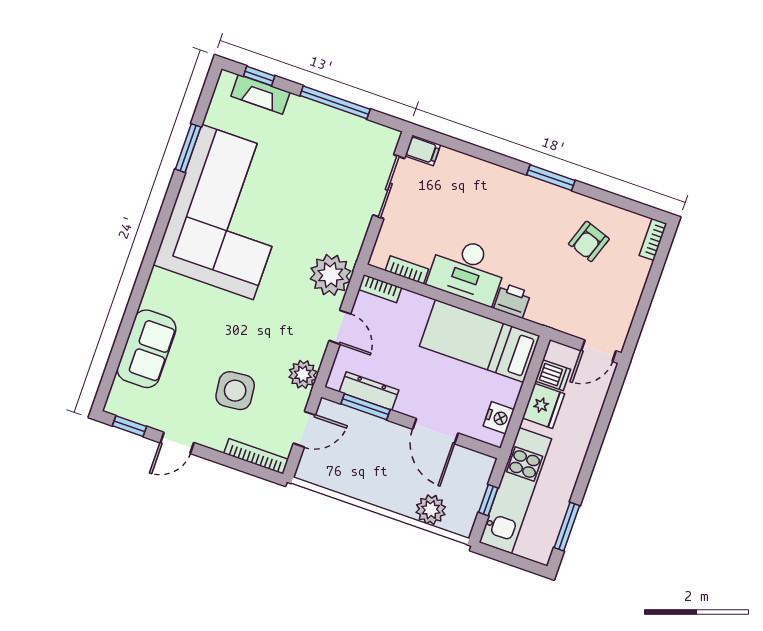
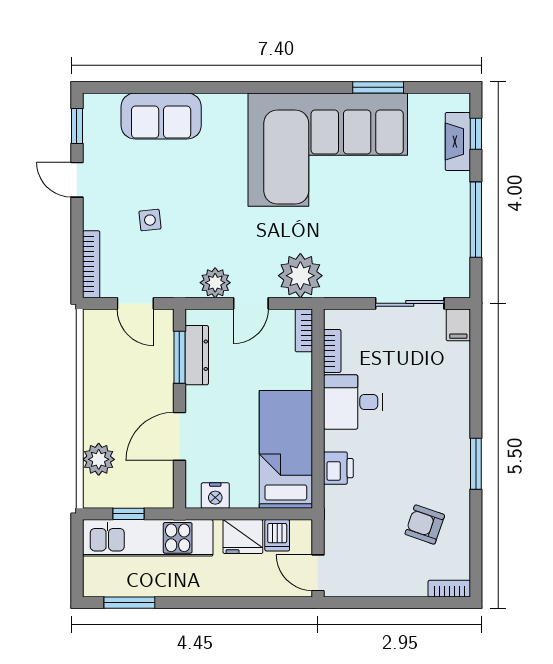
desk: (467, 270) -> (353, 402), width x0.73
plant: (303, 374) -> (215, 283), moved
side table: (235, 391) -> (150, 220), width x0.54, depth x0.54

